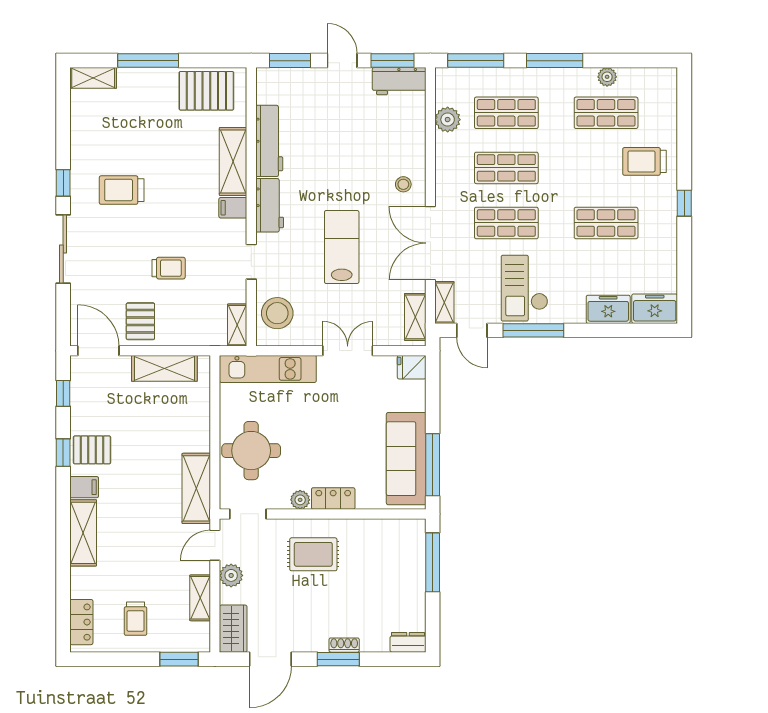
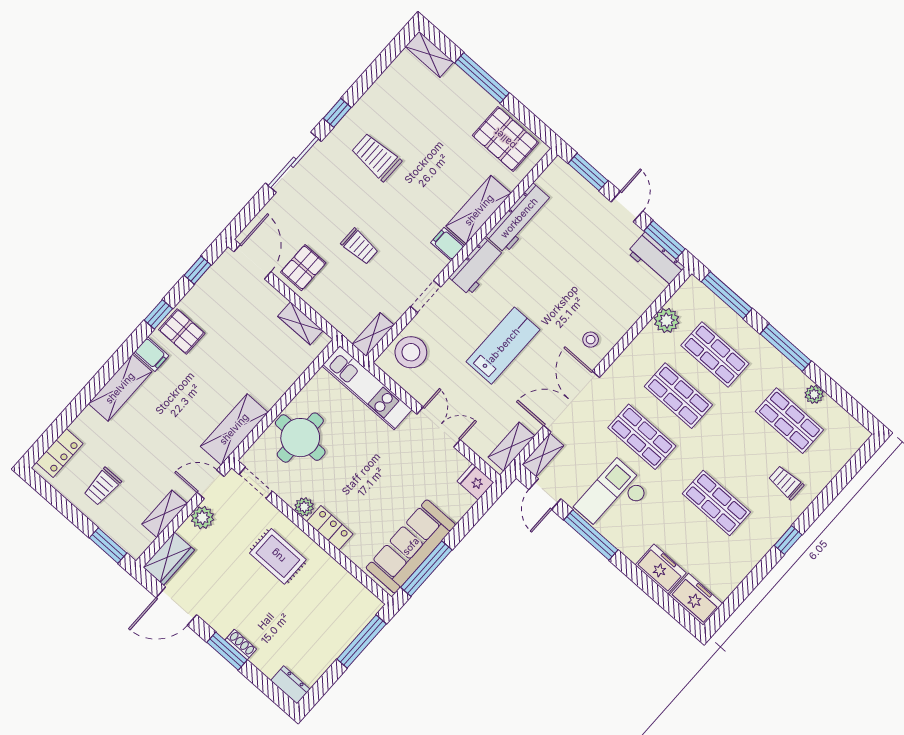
trolley: (645, 161) -> (786, 483), width x0.73, depth x0.72
shelving: (164, 368) -> (300, 323), width x0.67, depth x0.75

